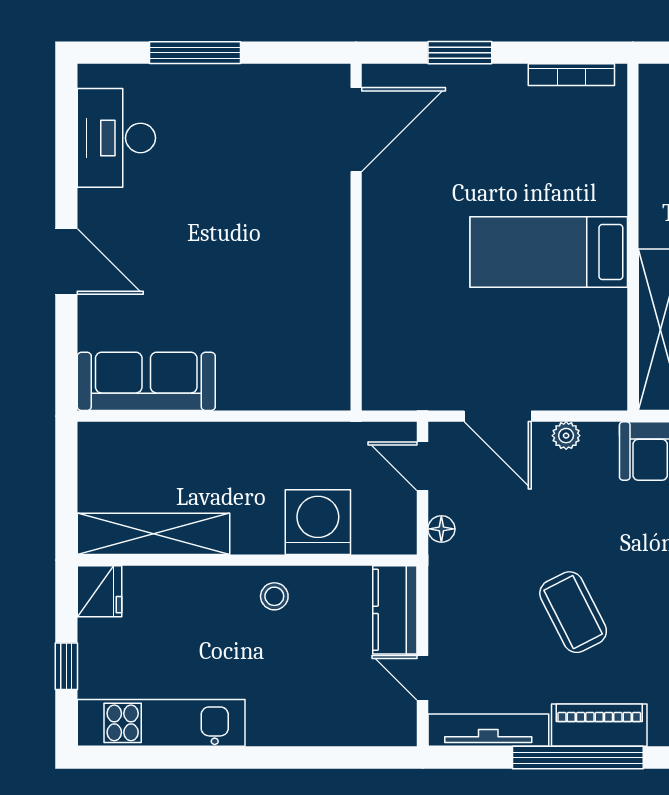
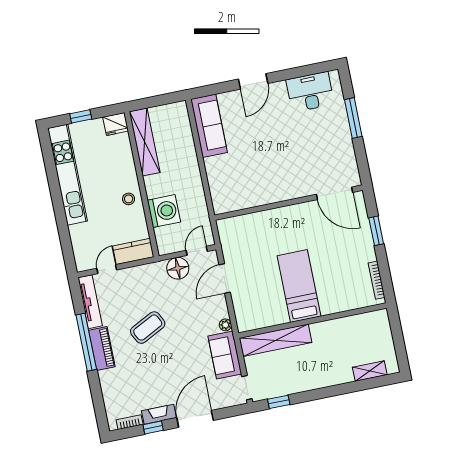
plant: (566, 436) -> (225, 325), moved
floor lamp: (441, 529) -> (178, 268), width x1.89, depth x1.89
kitchen unit: (161, 723) -> (67, 175), width x1.36

